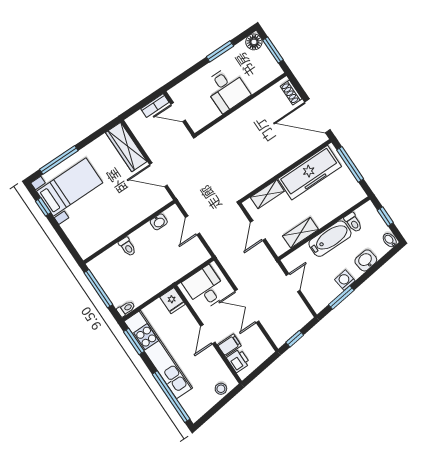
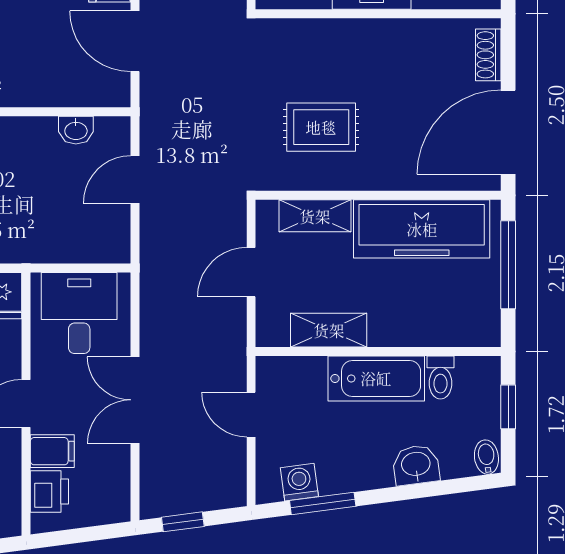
door: (317, 116) -> (508, 132), hinge flipped
rug: (248, 160) -> (321, 127), added
washing machine: (345, 280) -> (299, 482), moved
door: (293, 283) -> (251, 415), swing flipped

